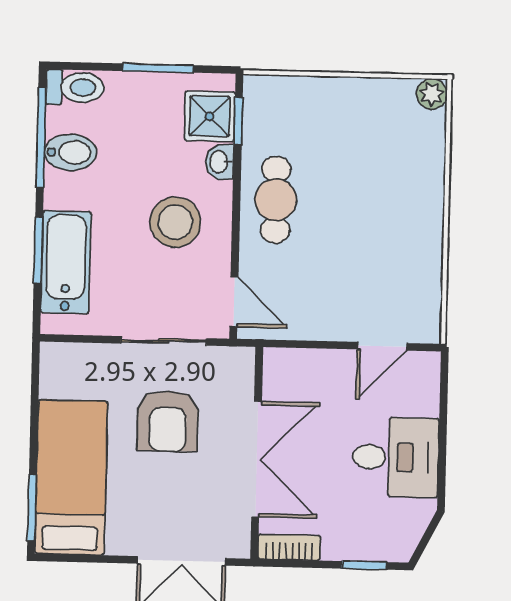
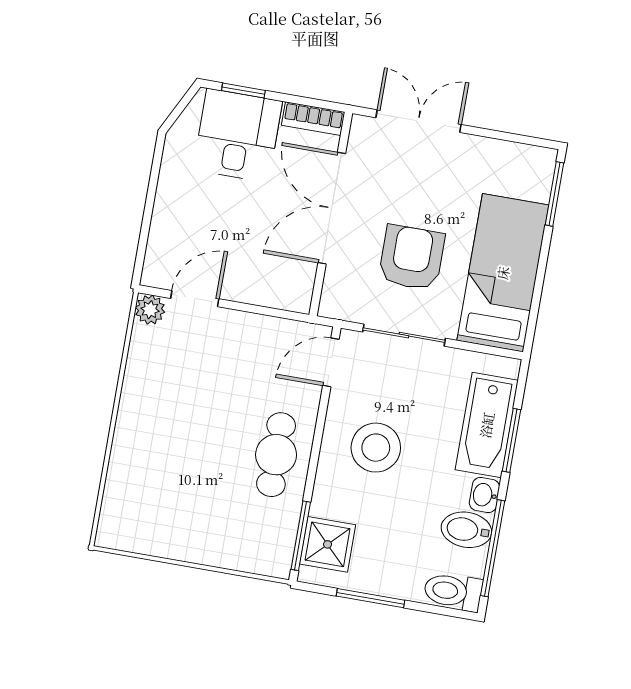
plant: (432, 94) -> (150, 310), moved
window: (238, 121) -> (301, 536), width x1.50
washbasin: (220, 162) -> (484, 495), moved, turned 180
door: (234, 302) -> (331, 362), hinge flipped
desk: (396, 457) -> (238, 135), moved, turned 90
bed: (71, 477) -> (503, 273), moved, turned 180

